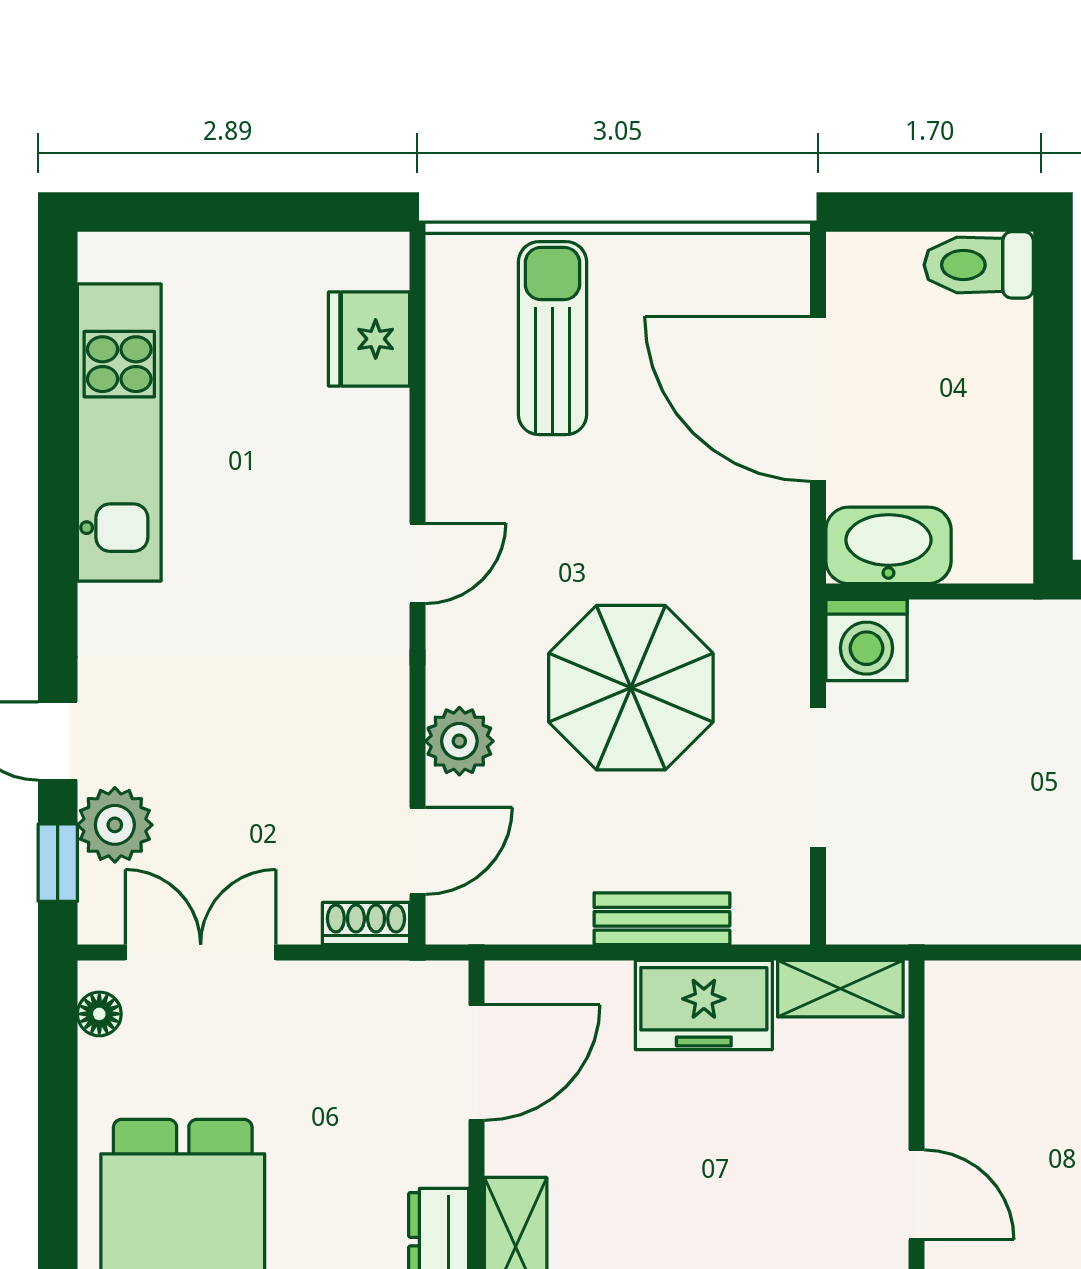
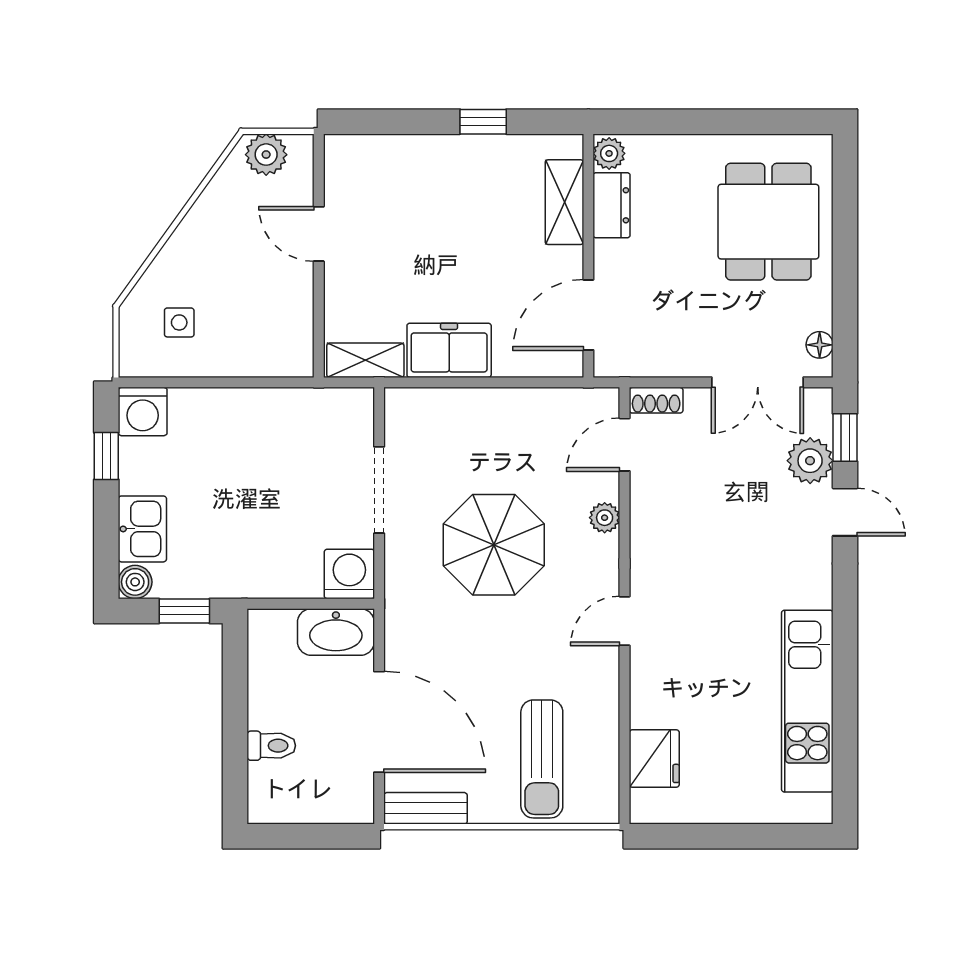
toilet: (979, 265) -> (271, 746), moved, width x0.73, depth x0.72
plant: (459, 741) -> (605, 518), width x0.73, depth x0.73
bench: (662, 919) -> (426, 808), moved

